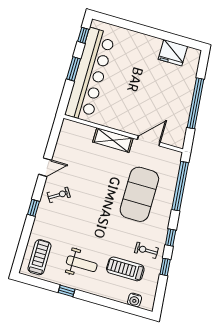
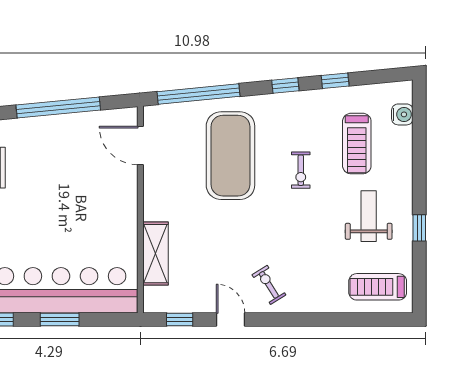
shelving: (113, 140) -> (156, 254), moved
door: (149, 141) -> (140, 145), moved
exercise mat: (139, 194) -> (230, 156), turned 90
window: (33, 208) -> (180, 319), moved
exercise bike: (146, 250) -> (301, 170), moved

